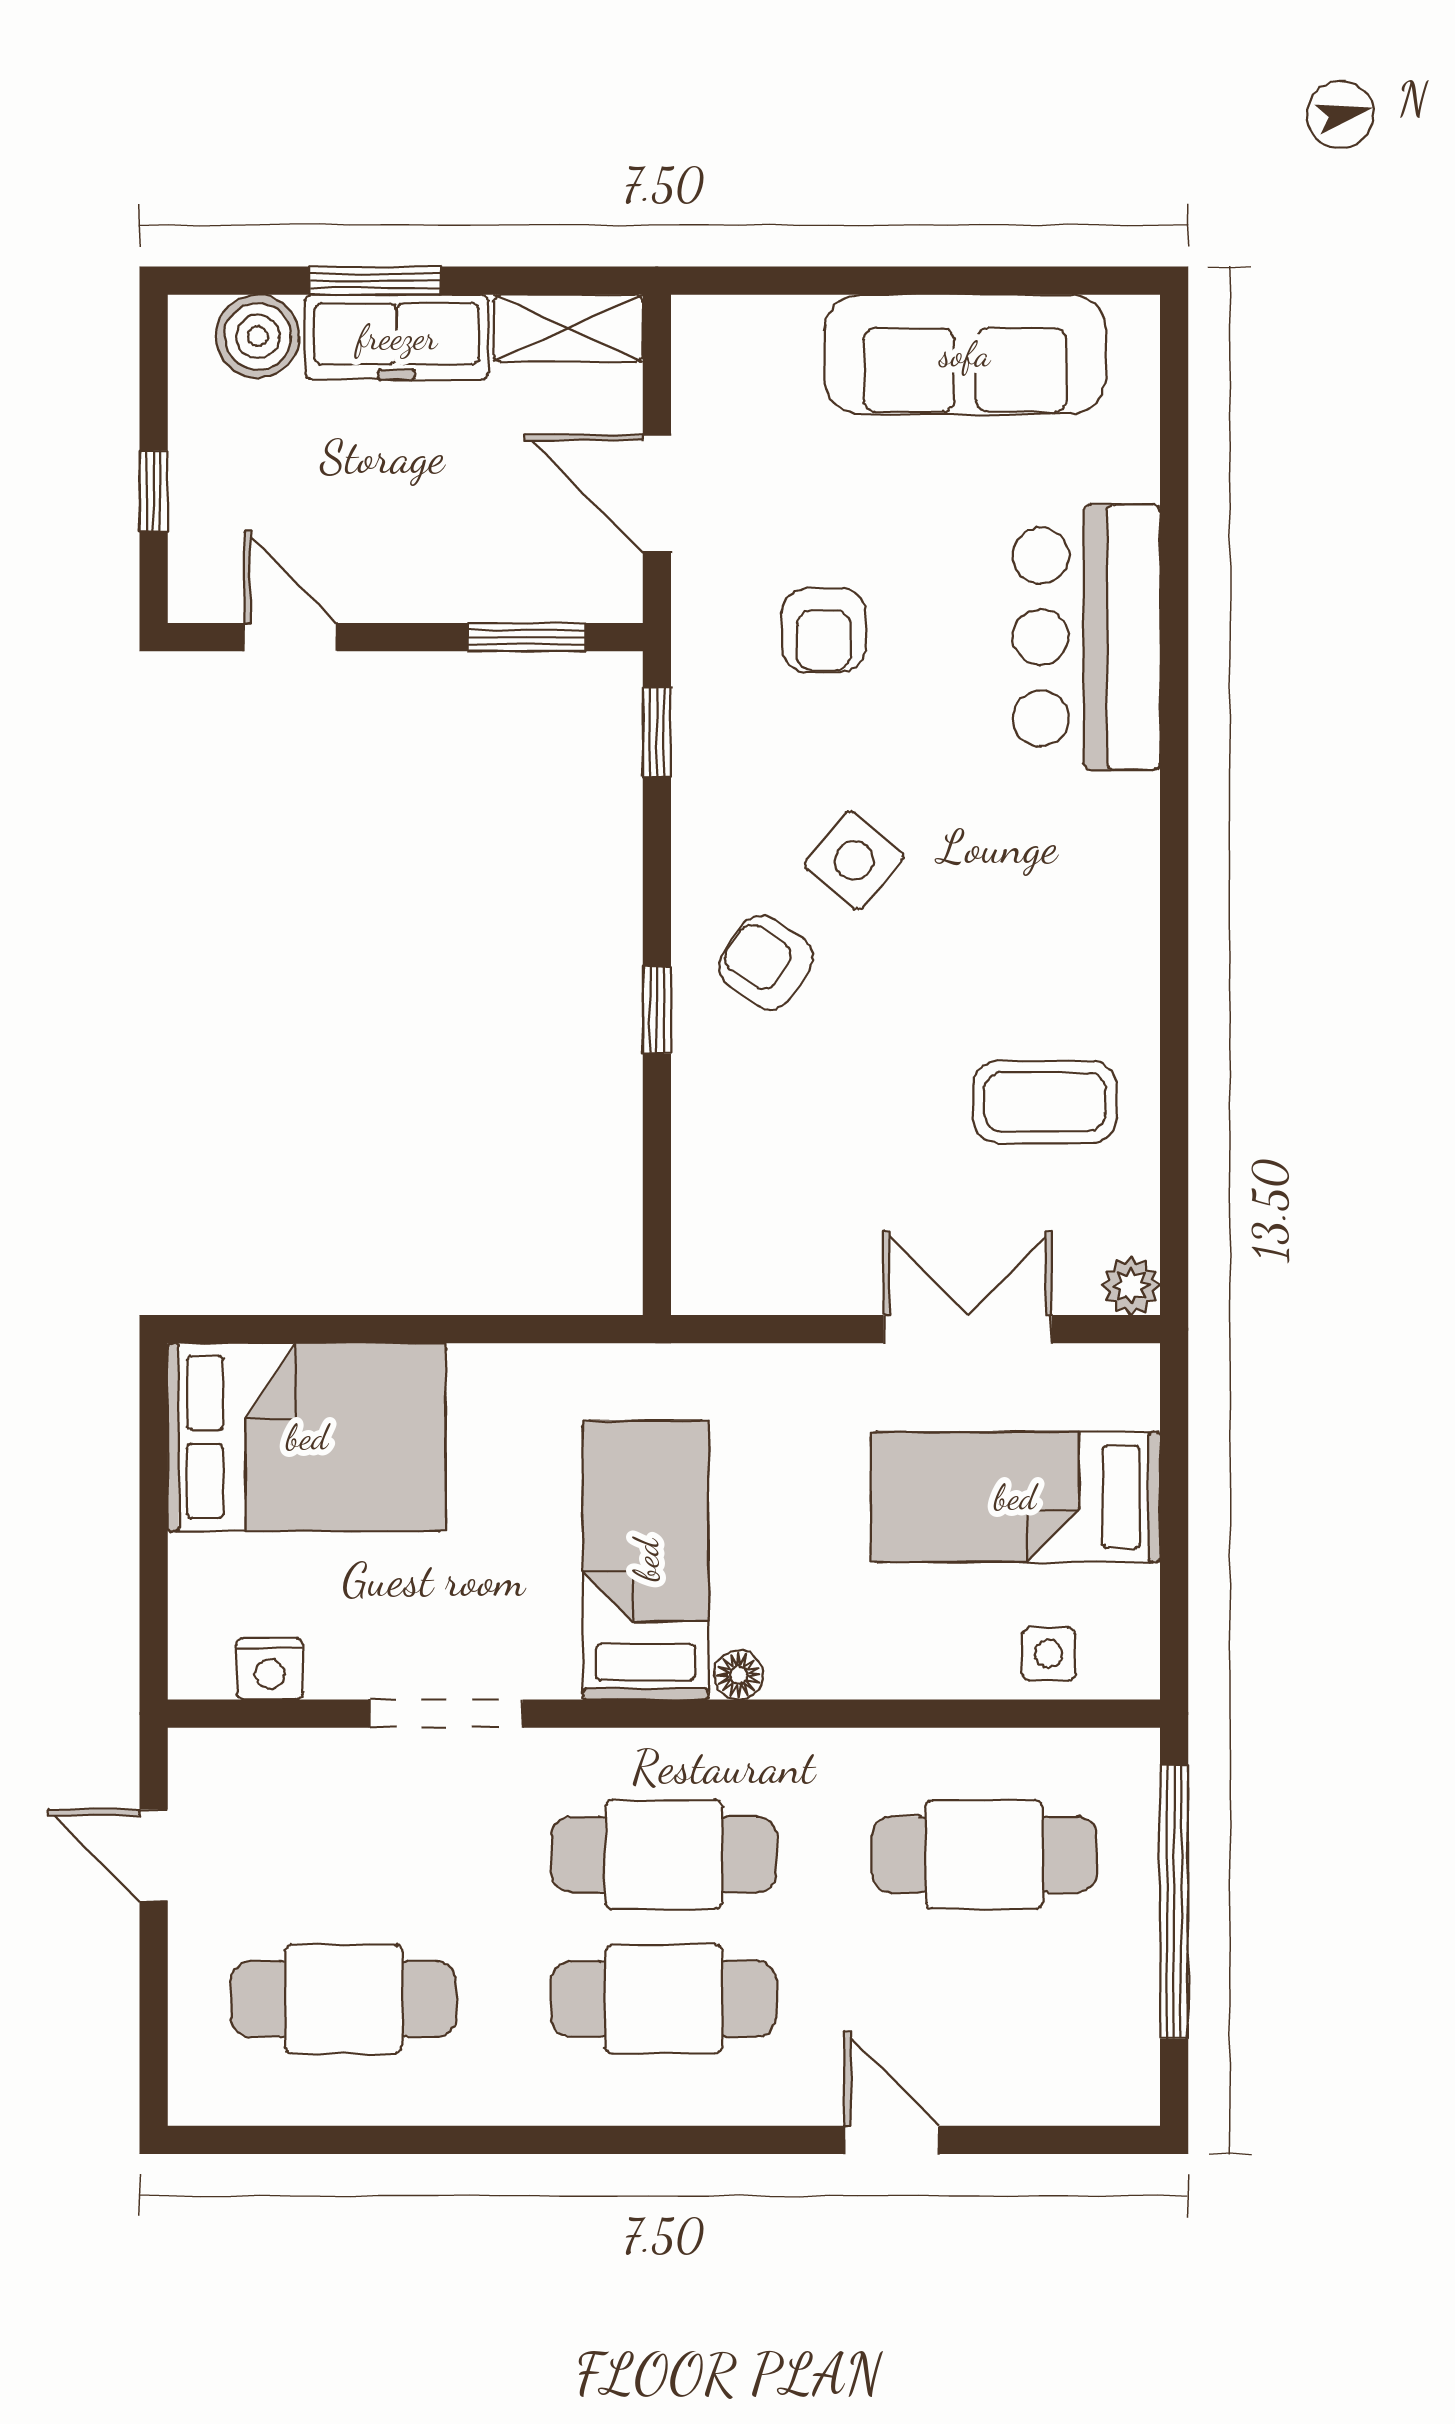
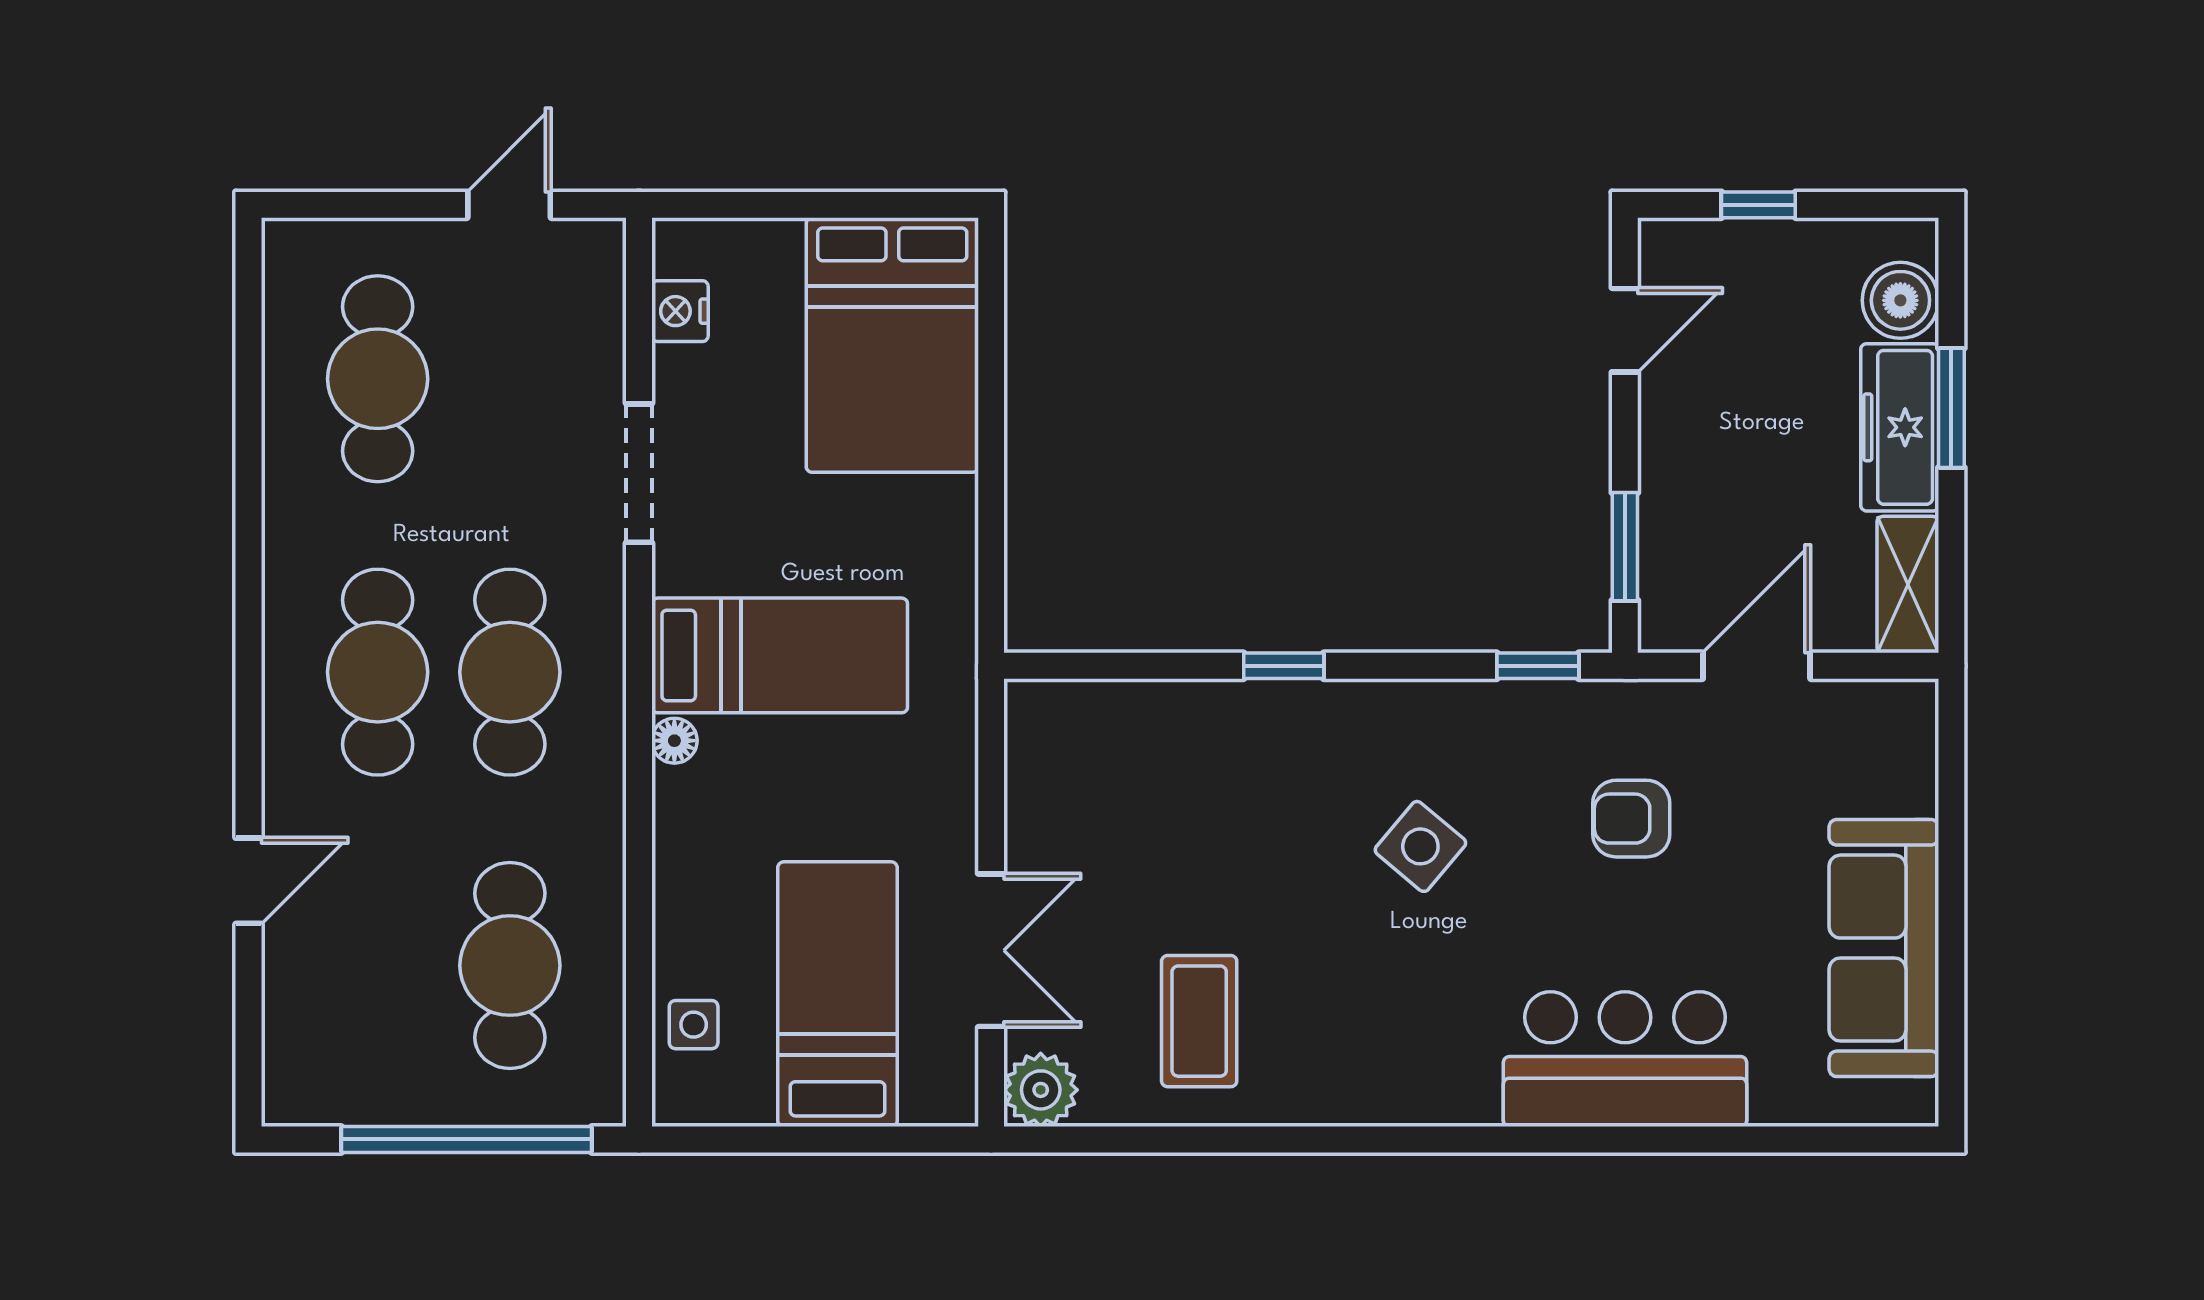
armchair: (766, 962) -> (1327, 766), removed
plant: (1131, 1286) -> (1041, 1090), width x1.38, depth x1.38

